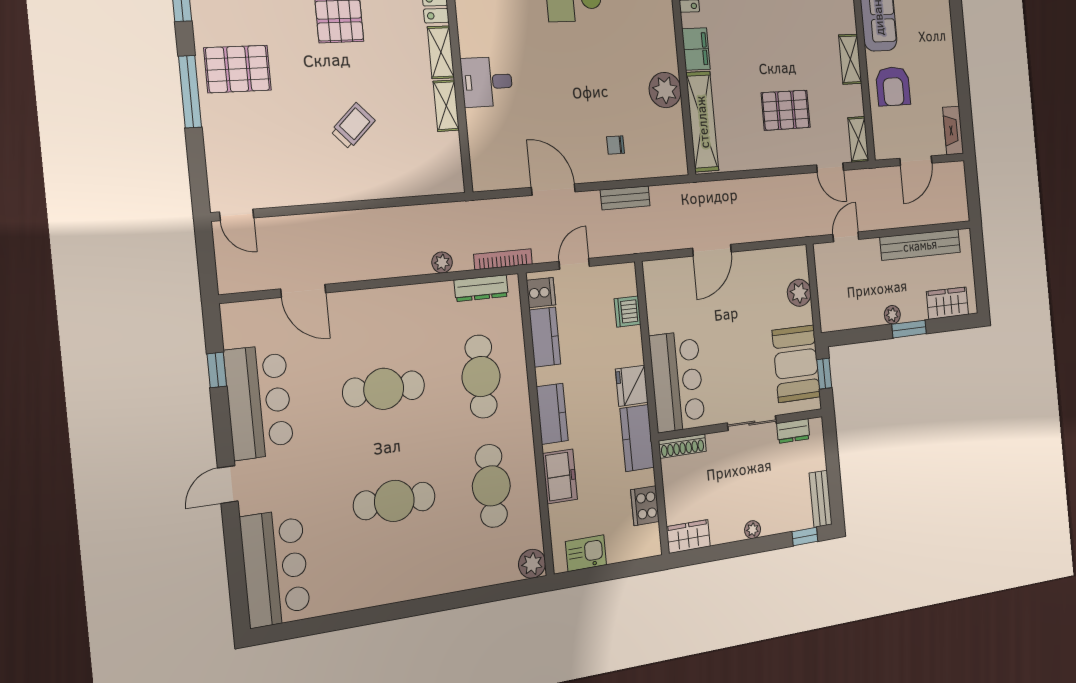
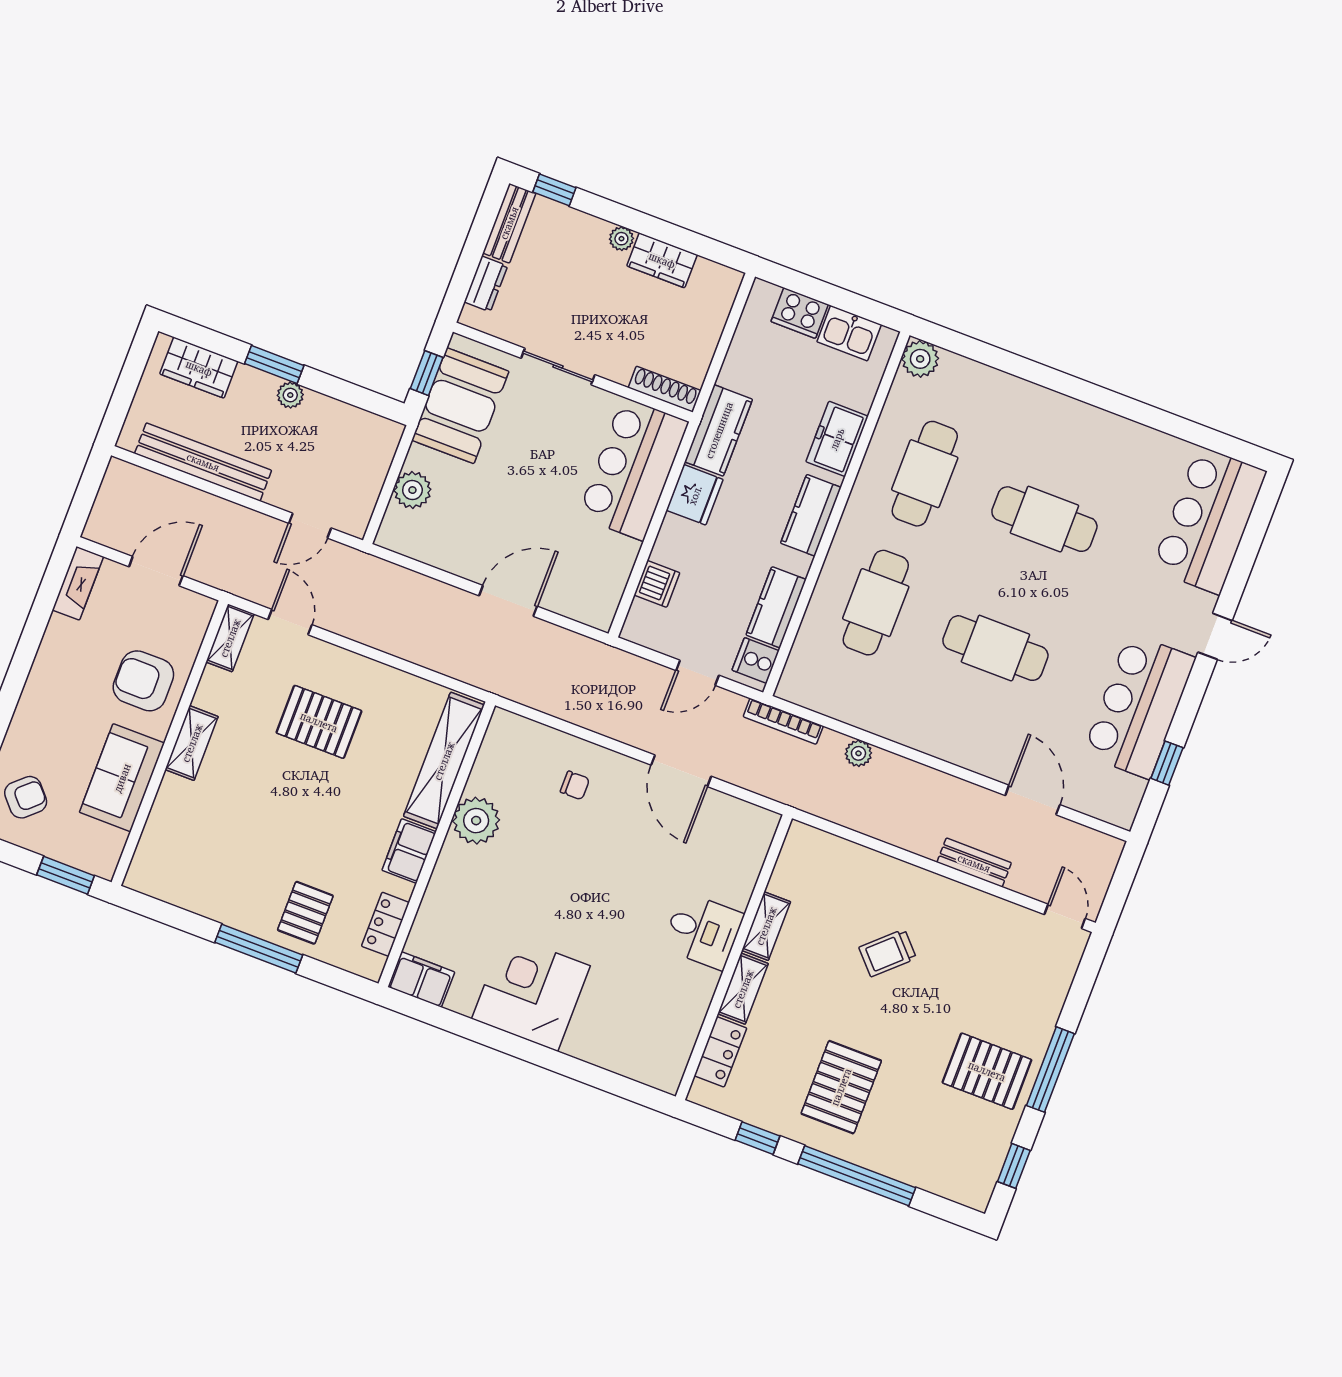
armchair: (893, 86) -> (143, 681), turned -90
bench: (625, 198) -> (974, 863), moved
dresser: (481, 288) -> (826, 702), removed
dresser: (793, 431) -> (486, 284), moved, turned 90
cooker: (645, 506) -> (800, 313), moved, turned 90
wardrobe: (688, 537) -> (662, 260), moved

